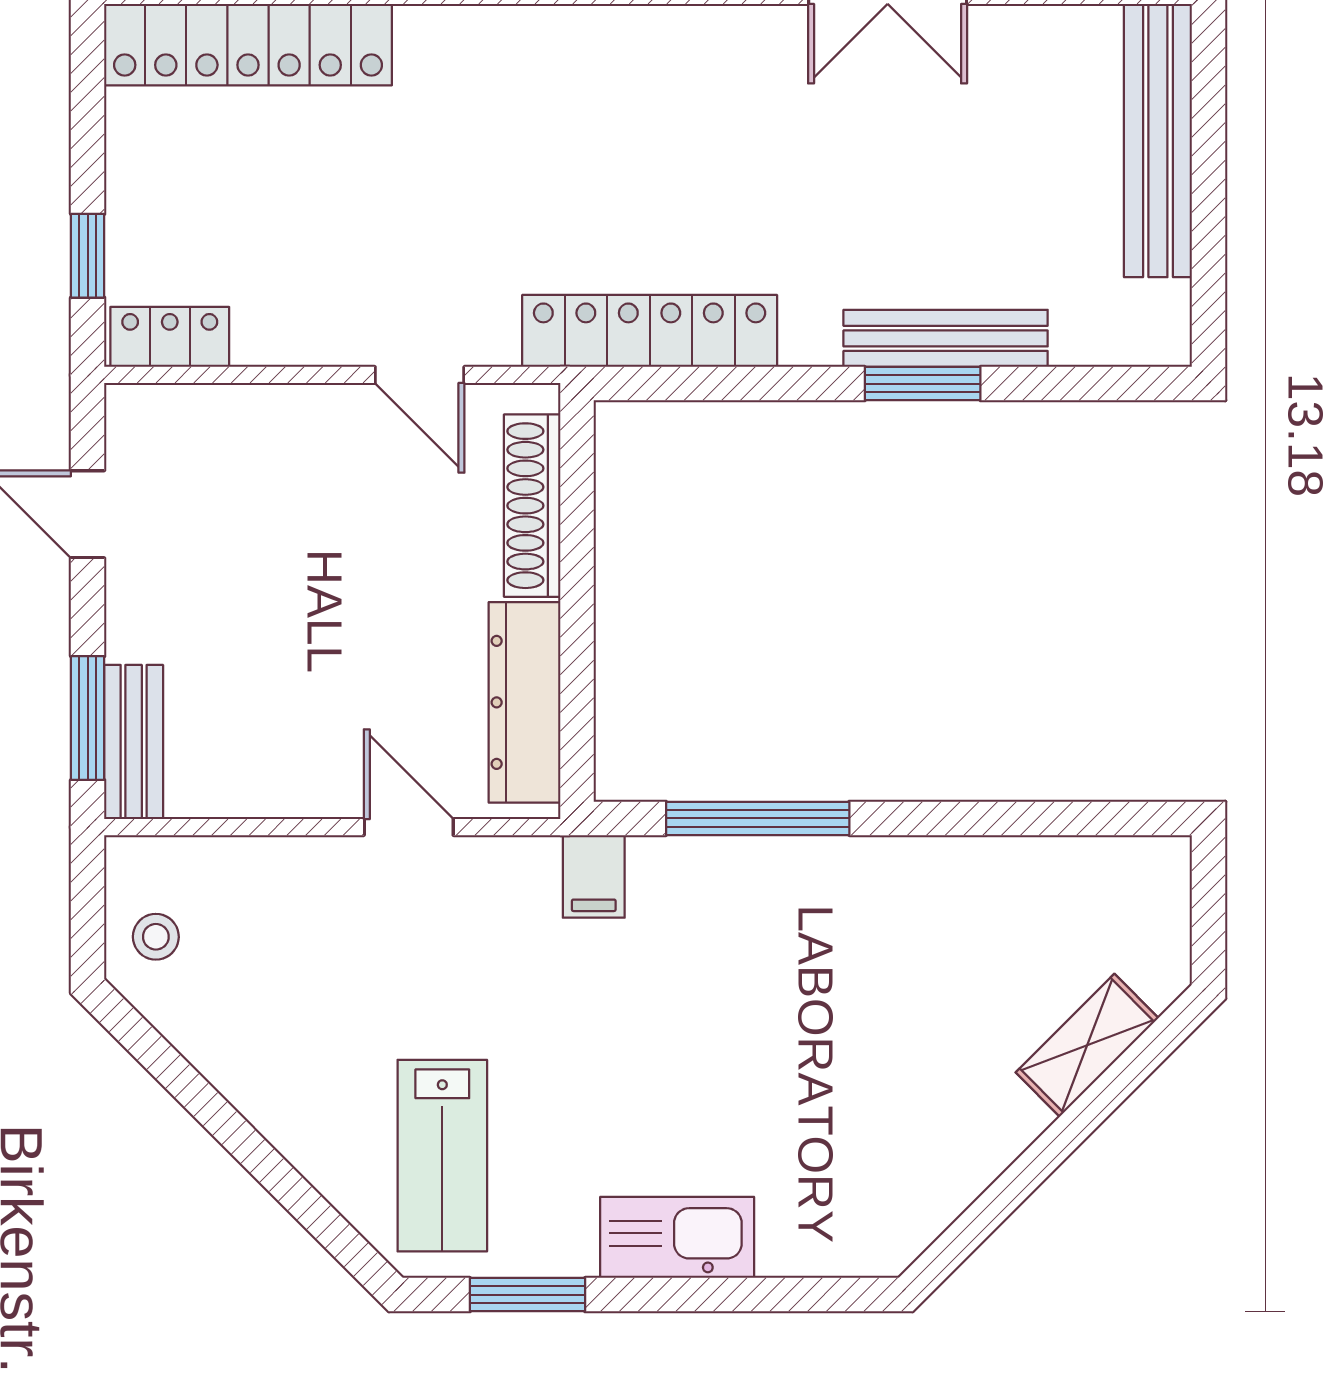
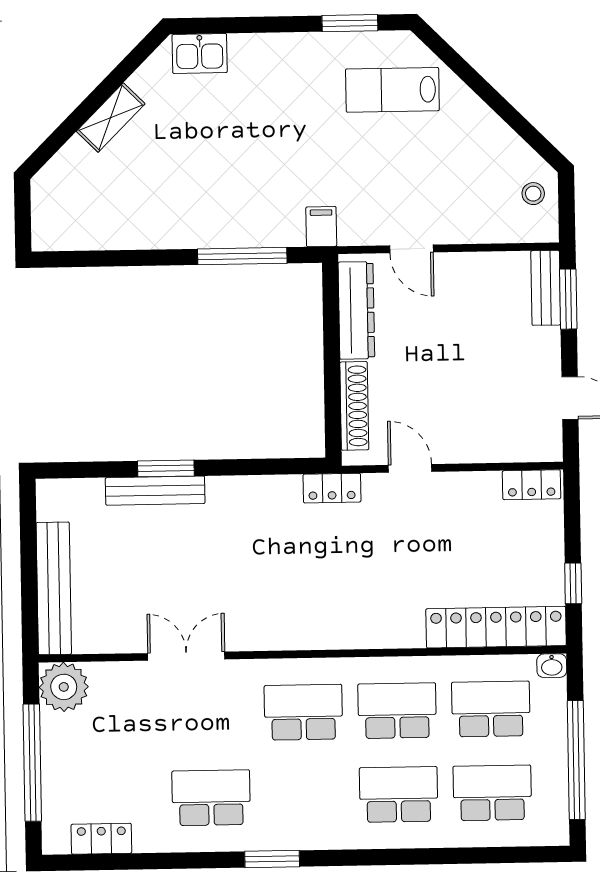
window: (88, 256) -> (573, 583), moved
locker: (650, 331) -> (332, 488), width x0.46, depth x0.83
shelving: (1087, 1045) -> (111, 118), moved
lab bench: (442, 1156) -> (392, 90), turned -90
kitchen sink: (677, 1237) -> (200, 54), moved, width x0.73

